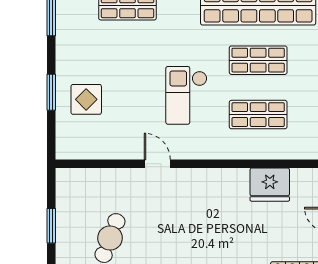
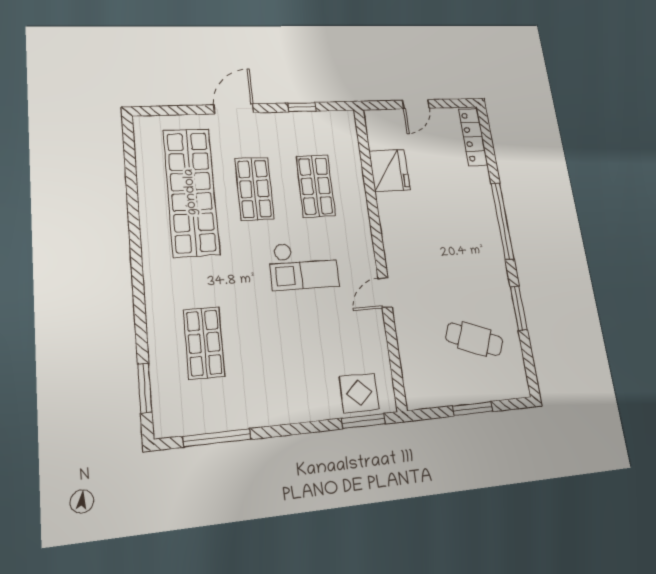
window: (51, 92) -> (364, 421), moved
display table: (86, 99) -> (359, 393), moved

